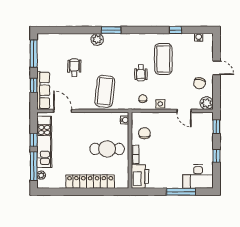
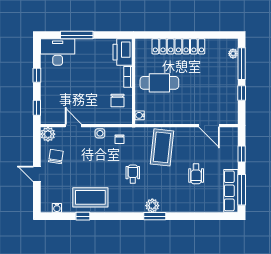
plant: (97, 39) -> (152, 206), moved
coffee table: (163, 59) -> (90, 197), moved, turned 90
wheelchair: (141, 73) -> (133, 174), moved
row of seats: (43, 90) -> (231, 191), moved
kitchen unit: (44, 142) -> (230, 91), removed

